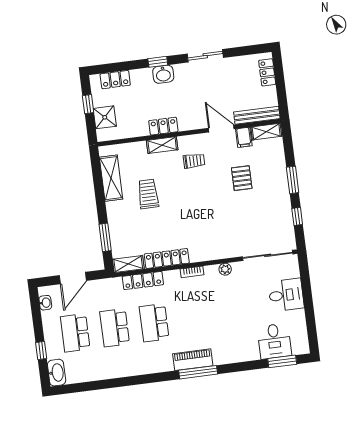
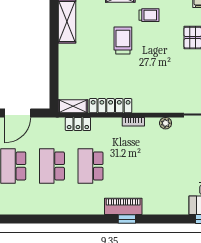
trolley: (148, 194) -> (123, 40), moved
window: (105, 237) -> (54, 78), removed
locker: (143, 281) -> (78, 124), width x0.66
window: (198, 372) -> (127, 219), width x0.46

